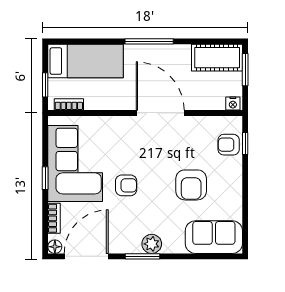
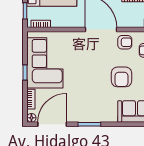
armchair: (126, 185) -> (125, 42), moved
plant: (152, 244) -> (95, 116), removed

